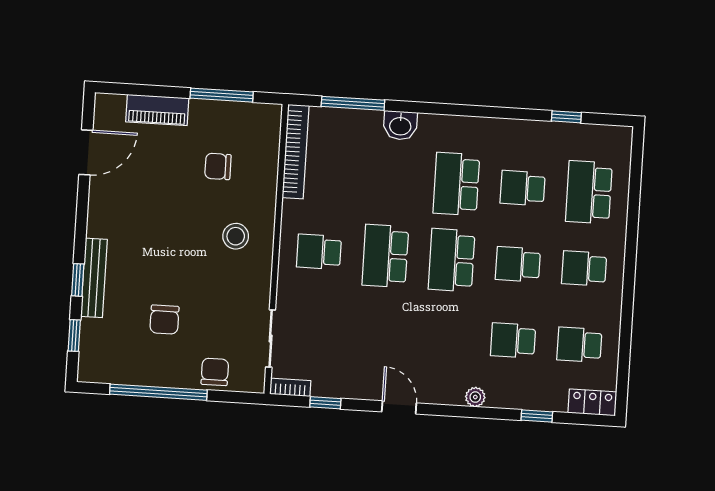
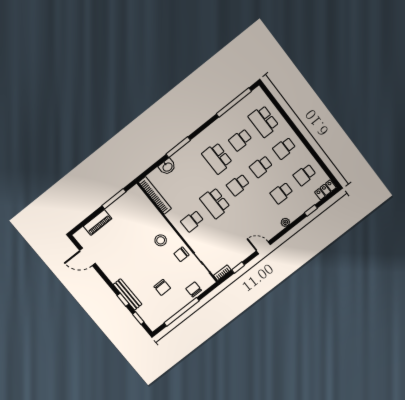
window: (353, 103) -> (178, 147), moved
window: (566, 117) -> (234, 103), width x3.17
washbasin: (400, 125) -> (167, 167), moved
door: (86, 152) -> (87, 257), swing flipped
chair: (218, 166) -> (181, 254), moved
school desk: (452, 260) -> (238, 185), width x0.54

